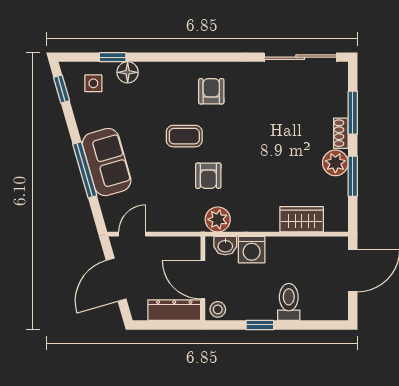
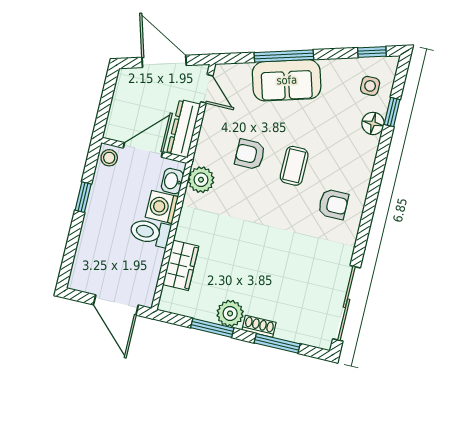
armchair: (208, 176) -> (250, 154), moved
toilet: (289, 302) -> (150, 232), moved, turned 180
dresser: (174, 310) -> (184, 129), moved, turned 180

